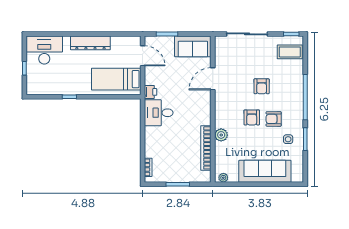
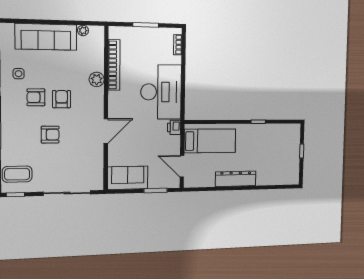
desk: (44, 50) -> (282, 170), removed
door: (213, 79) -> (106, 131), moved
armchair: (262, 86) -> (50, 135), turned 90
desk: (159, 113) -> (161, 92), width x1.87, depth x1.30
armchair: (274, 119) -> (36, 97), turned 180
plant: (223, 178) -> (83, 30), moved

